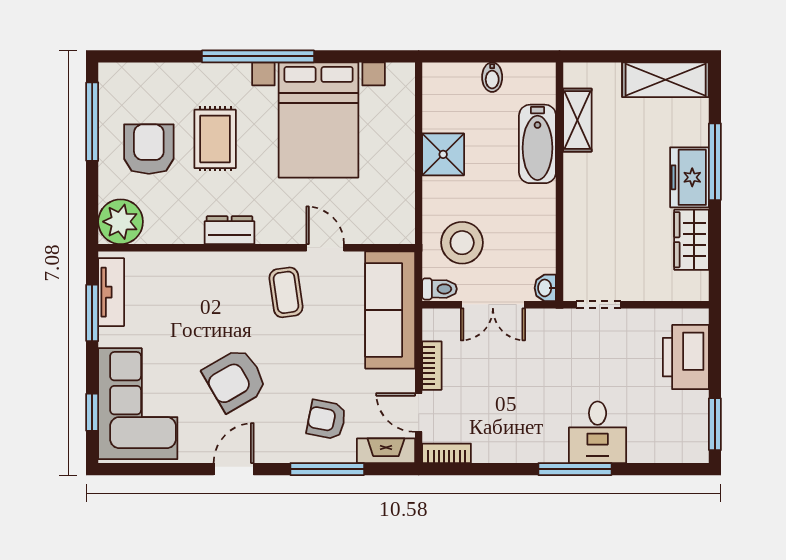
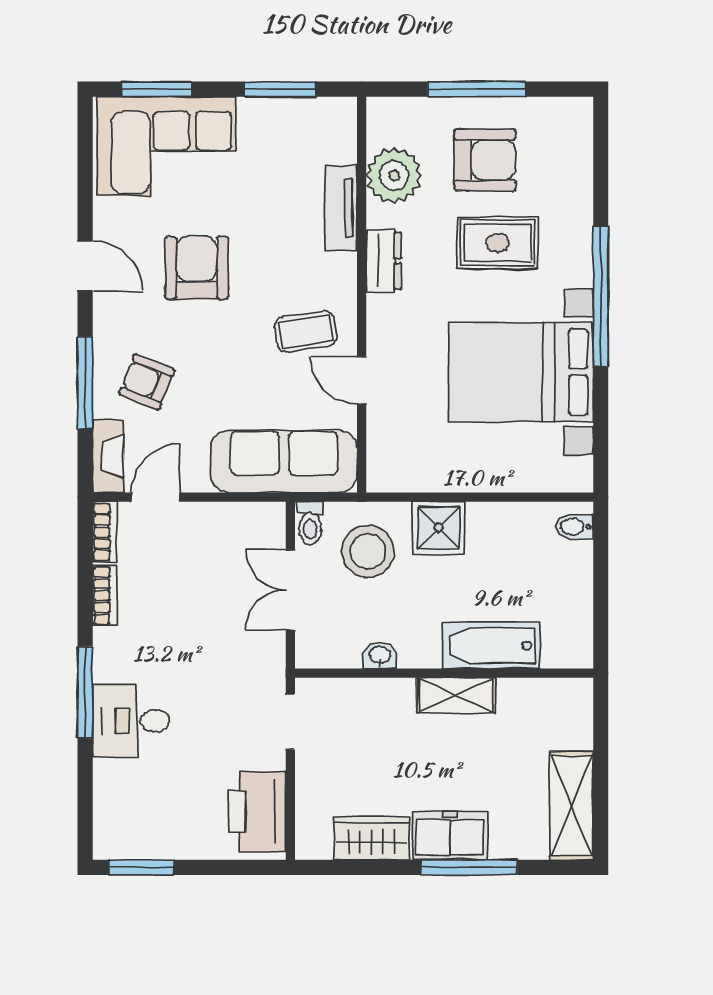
bidet: (492, 77) -> (575, 527), moved
shelving: (577, 120) -> (456, 695), moved
window: (92, 122) -> (477, 89), moved
shower: (443, 154) -> (439, 528), moved
plant: (121, 222) -> (394, 175), moved
door: (325, 248) -> (362, 380), swing flipped
washbasin: (545, 288) -> (380, 655), moved
tv unit: (111, 292) -> (341, 208), moved, turned 90
printer: (686, 357) -> (257, 812), moved, turned -90
bookcase: (432, 366) -> (105, 596), moved, turned -90
armchair: (235, 380) -> (197, 268), turned 30
window: (92, 412) -> (156, 89), width x1.50
armchair: (326, 420) -> (147, 382), turned -79

